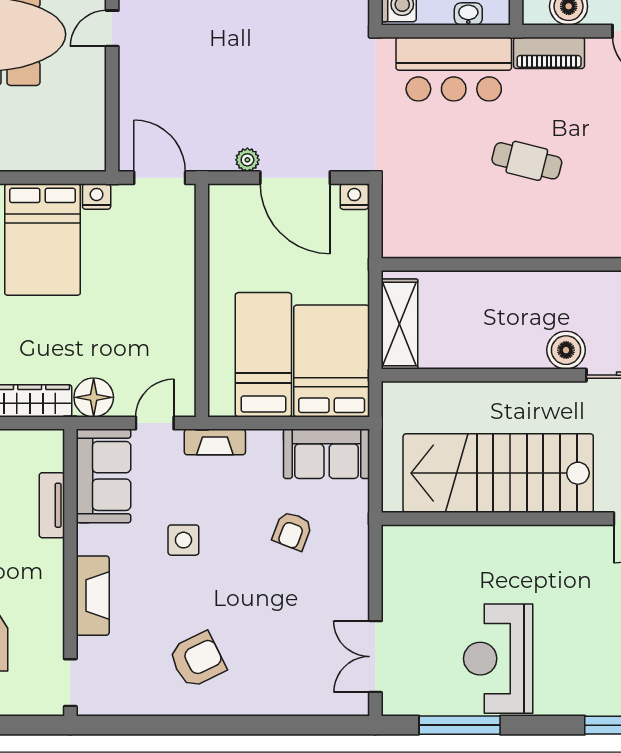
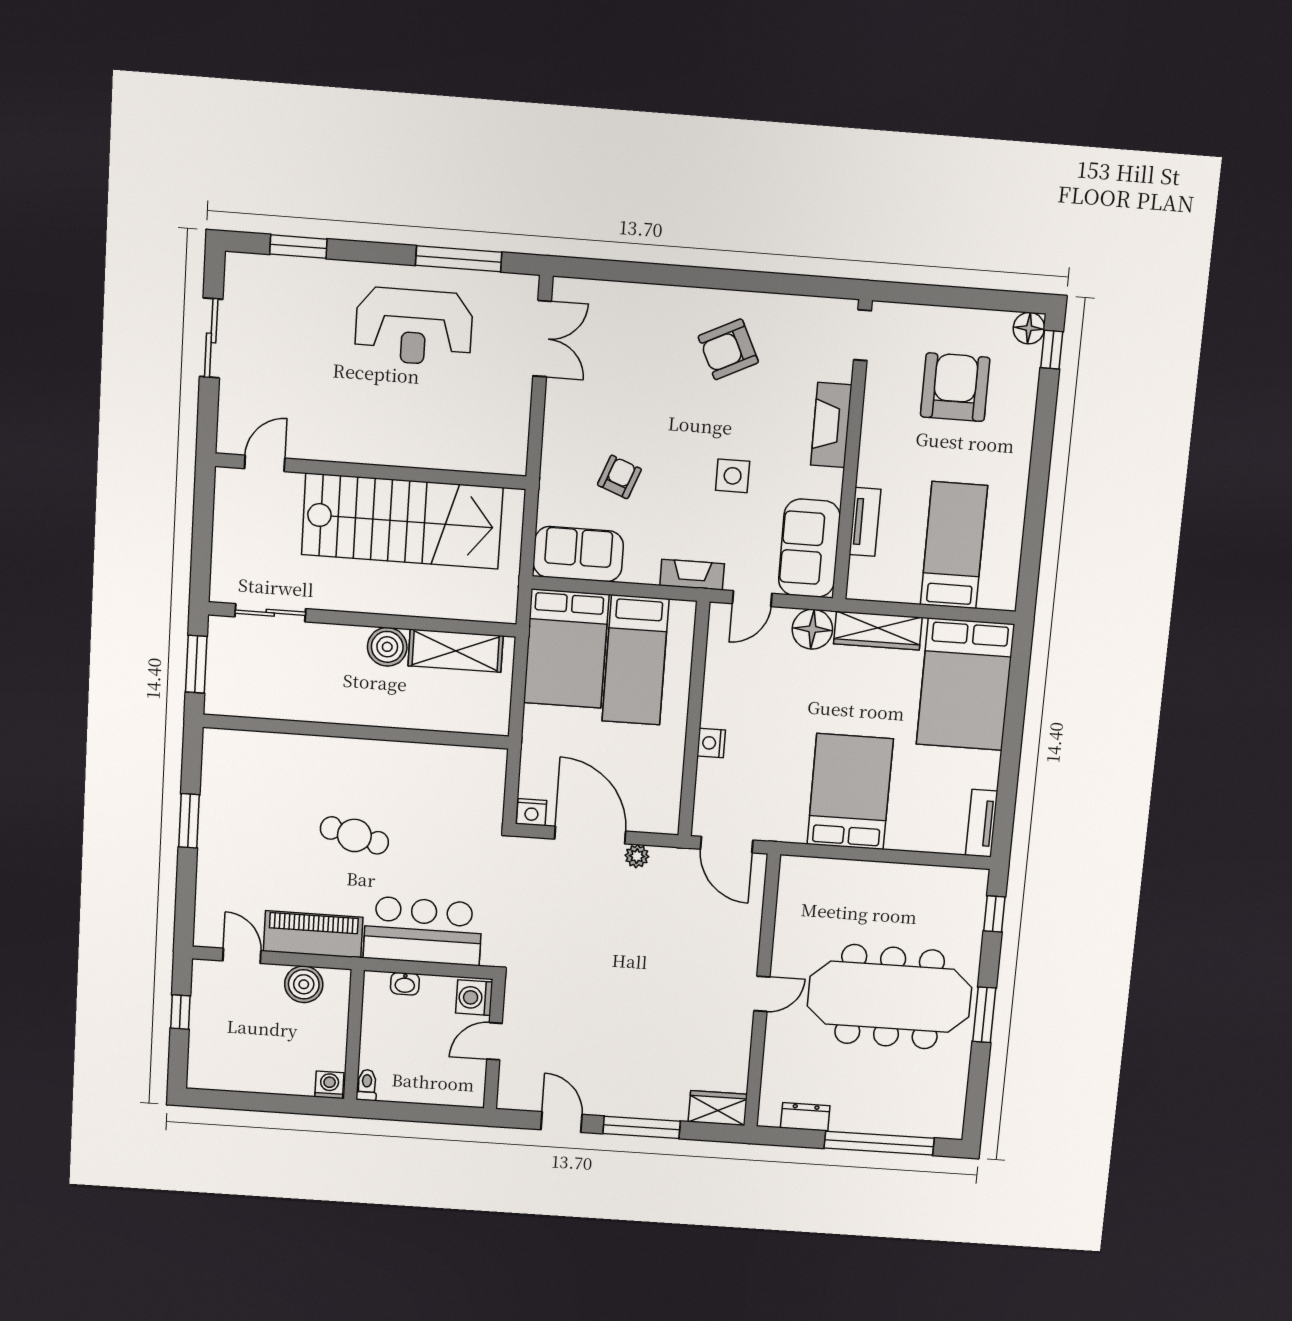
piano: (549, 53) -> (313, 934), width x1.37, depth x1.33
nightstand: (97, 197) -> (711, 743), moved, turned 90
shelving: (399, 324) -> (456, 651), moved, turned 90
boiler: (566, 350) -> (387, 647), moved
reception desk: (498, 659) -> (414, 327), turned 90

